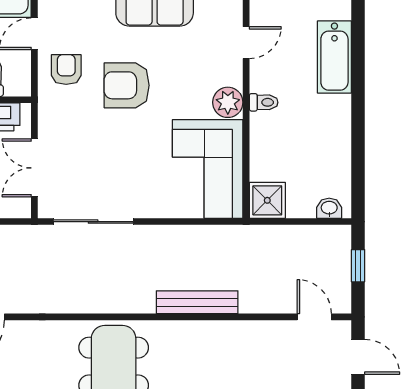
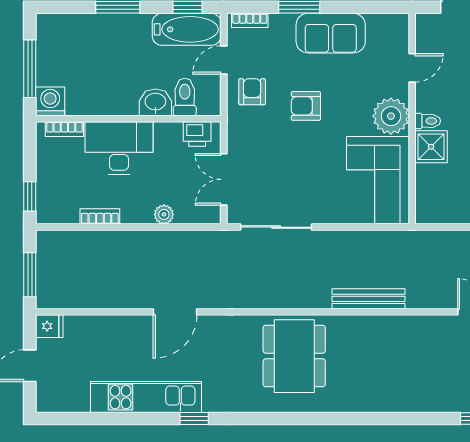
armchair: (127, 85) -> (306, 106), width x0.72, depth x0.72
plant: (228, 102) -> (391, 116), width x1.36, depth x1.36
shower: (267, 200) -> (431, 147), moved

